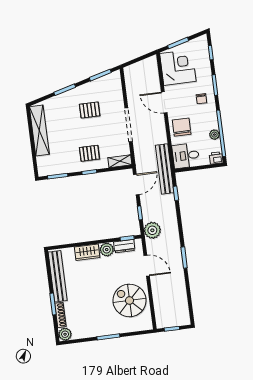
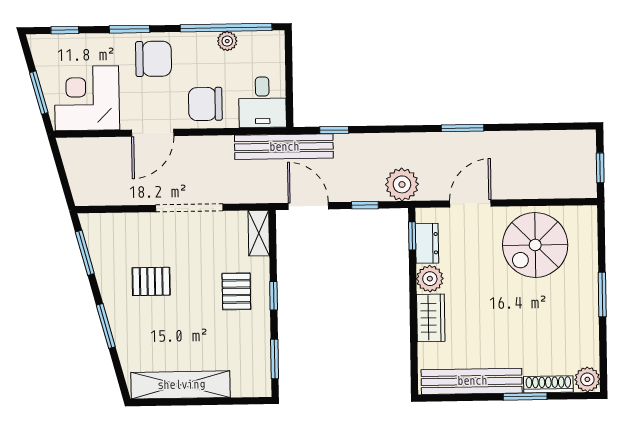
chair: (201, 99) -> (154, 59), width x1.87, depth x1.87
pallet: (90, 110) -> (151, 281), turned 90
printer: (216, 158) -> (274, 43), removed

